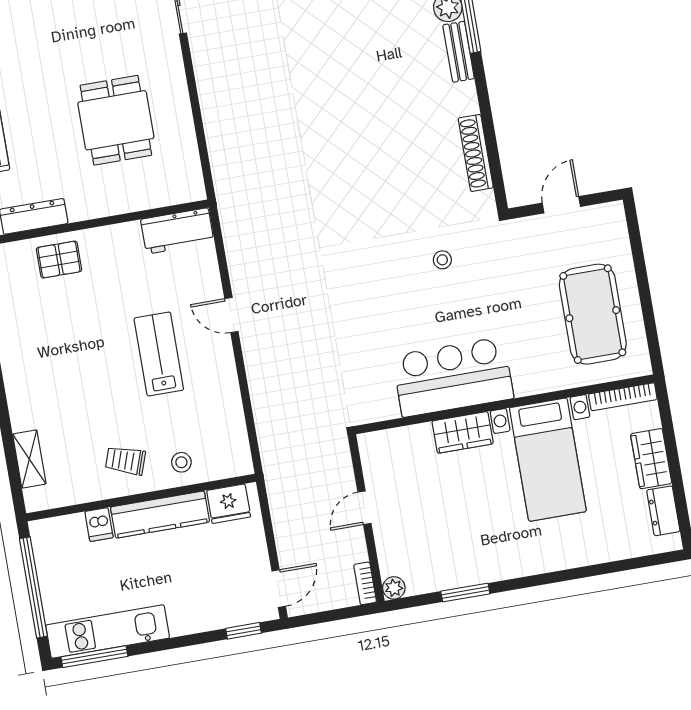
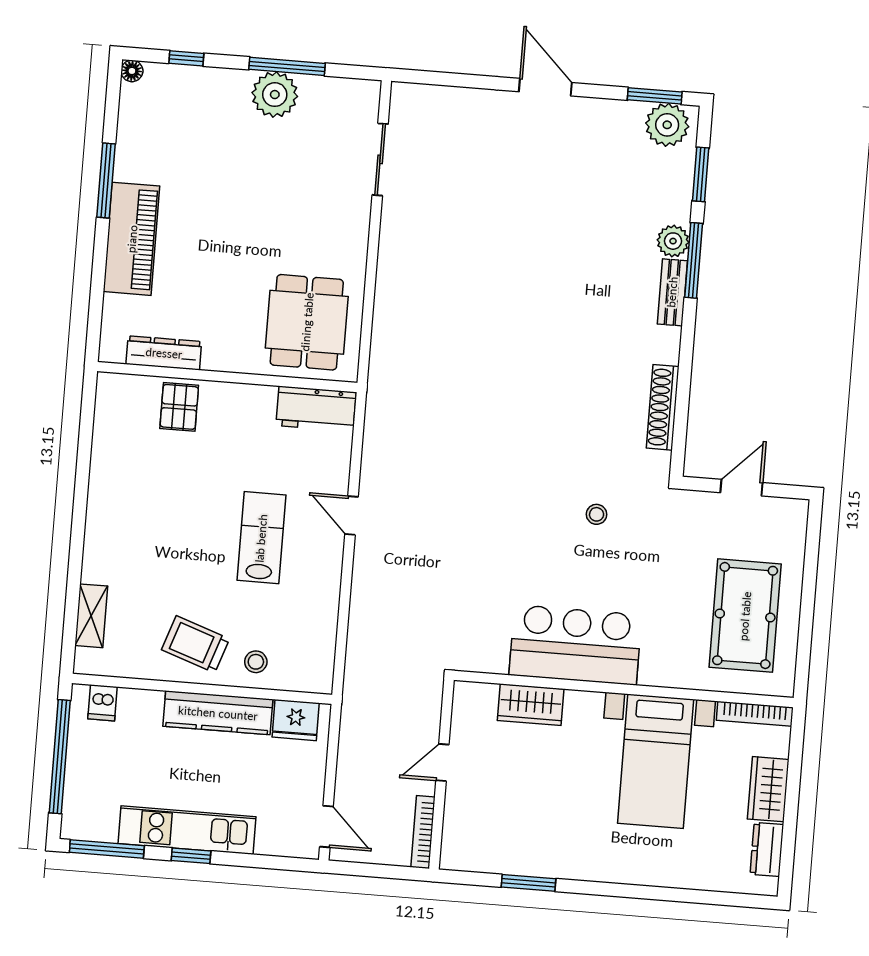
dining table: (116, 120) -> (307, 322), moved
pallet: (59, 260) -> (179, 407), turned 90
wardrobe: (463, 432) -> (531, 705), moved
trolley: (125, 461) -> (195, 644), width x1.36, depth x1.39
dishwasher: (99, 525) -> (103, 703), moved
bookcase: (365, 583) -> (423, 832), width x1.56
plant: (394, 588) -> (452, 858), removed
door: (279, 589) -> (326, 827), hinge flipped
window: (243, 631) -> (191, 856), moved
kitchen unit: (108, 632) -> (187, 830), moved

